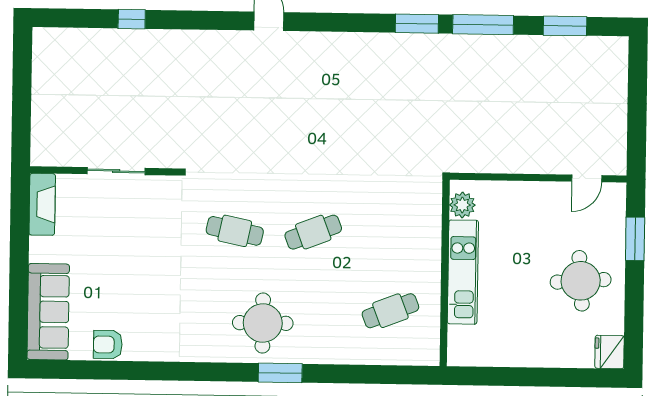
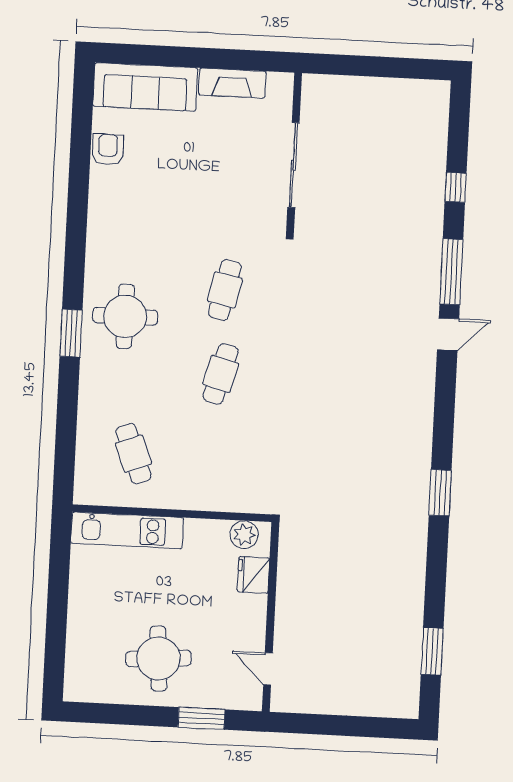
window: (483, 25) -> (451, 272), moved
sliding door: (116, 171) -> (293, 165), width x1.37
fireplace: (42, 204) -> (232, 83), moved
cafe table: (313, 232) -> (221, 374), turned 36
kitchen unit: (463, 272) -> (127, 530), moved
fridge: (609, 352) -> (253, 575), moved, turned -90

